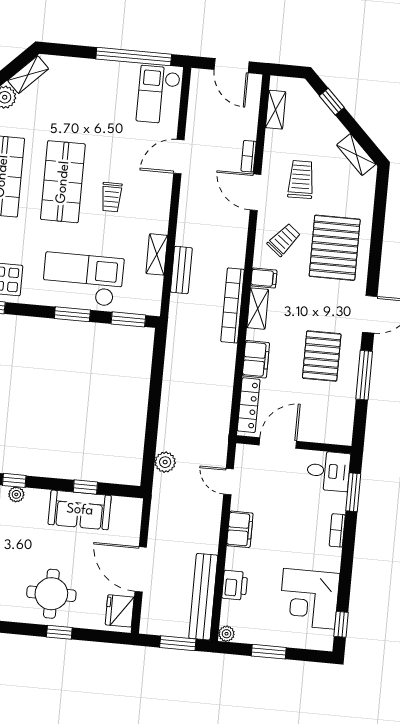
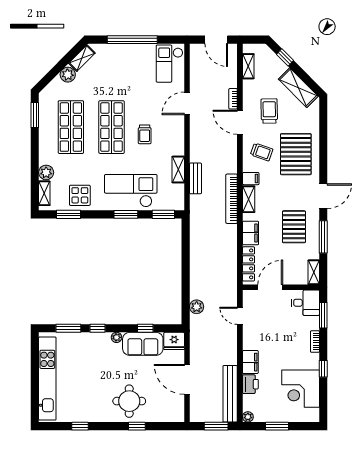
window: (134, 57) -> (132, 40), moved
shelving: (356, 155) -> (298, 88), width x1.50, depth x1.33
trolley: (284, 240) -> (262, 152), turned 70
shelving: (345, 427) -> (314, 272), added
plant: (16, 494) -> (116, 337), moved
filing cabinet: (240, 529) -> (250, 362), moved
fridge: (120, 611) -> (174, 341), moved, turned -90
window: (341, 624) -> (323, 369), moved

